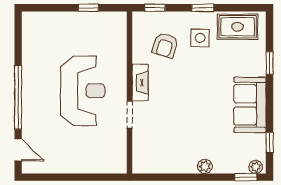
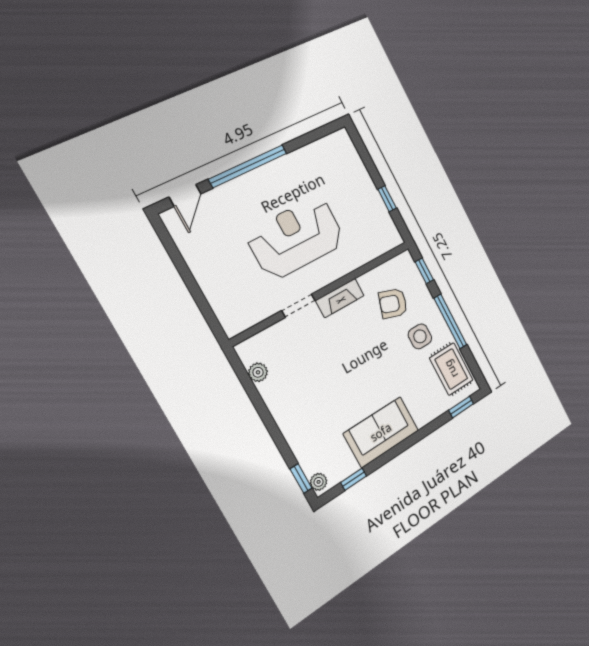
window: (203, 8) -> (450, 322), width x2.17
window: (270, 63) -> (461, 407), moved
reception desk: (83, 91) -> (296, 238), turned 180
plant: (205, 166) -> (258, 372), moved

